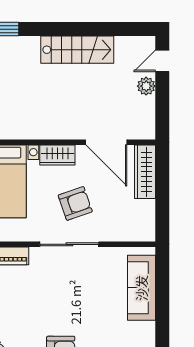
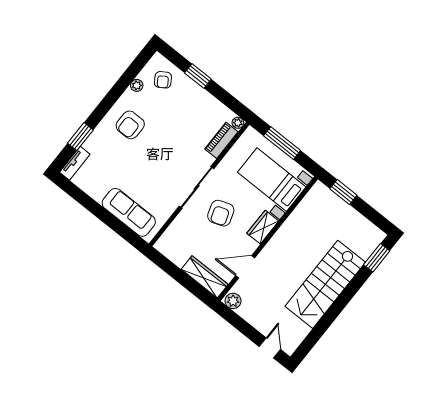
stairs: (77, 50) -> (325, 284), width x1.36, depth x1.51
plant: (146, 86) -> (233, 301), moved
door: (106, 142) -> (245, 267), width x0.73

